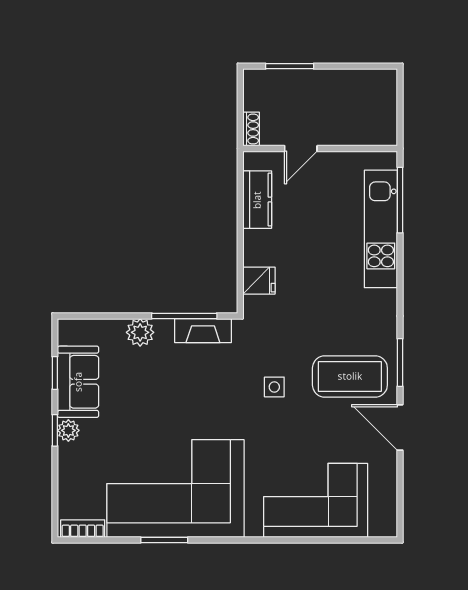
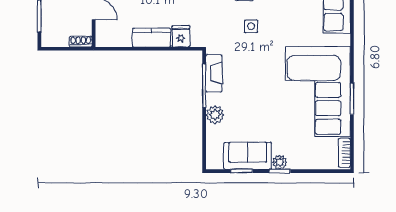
kitchen counter: (257, 200) -> (152, 38), moved

